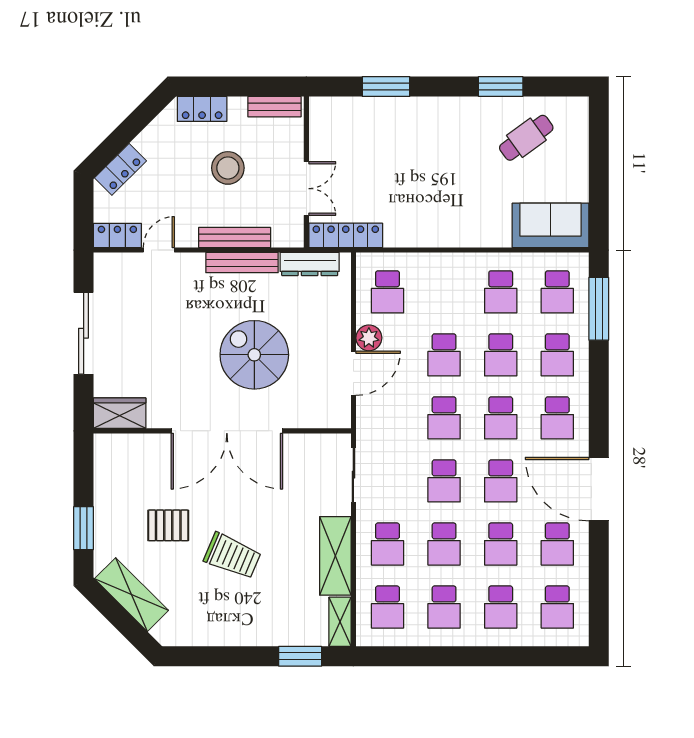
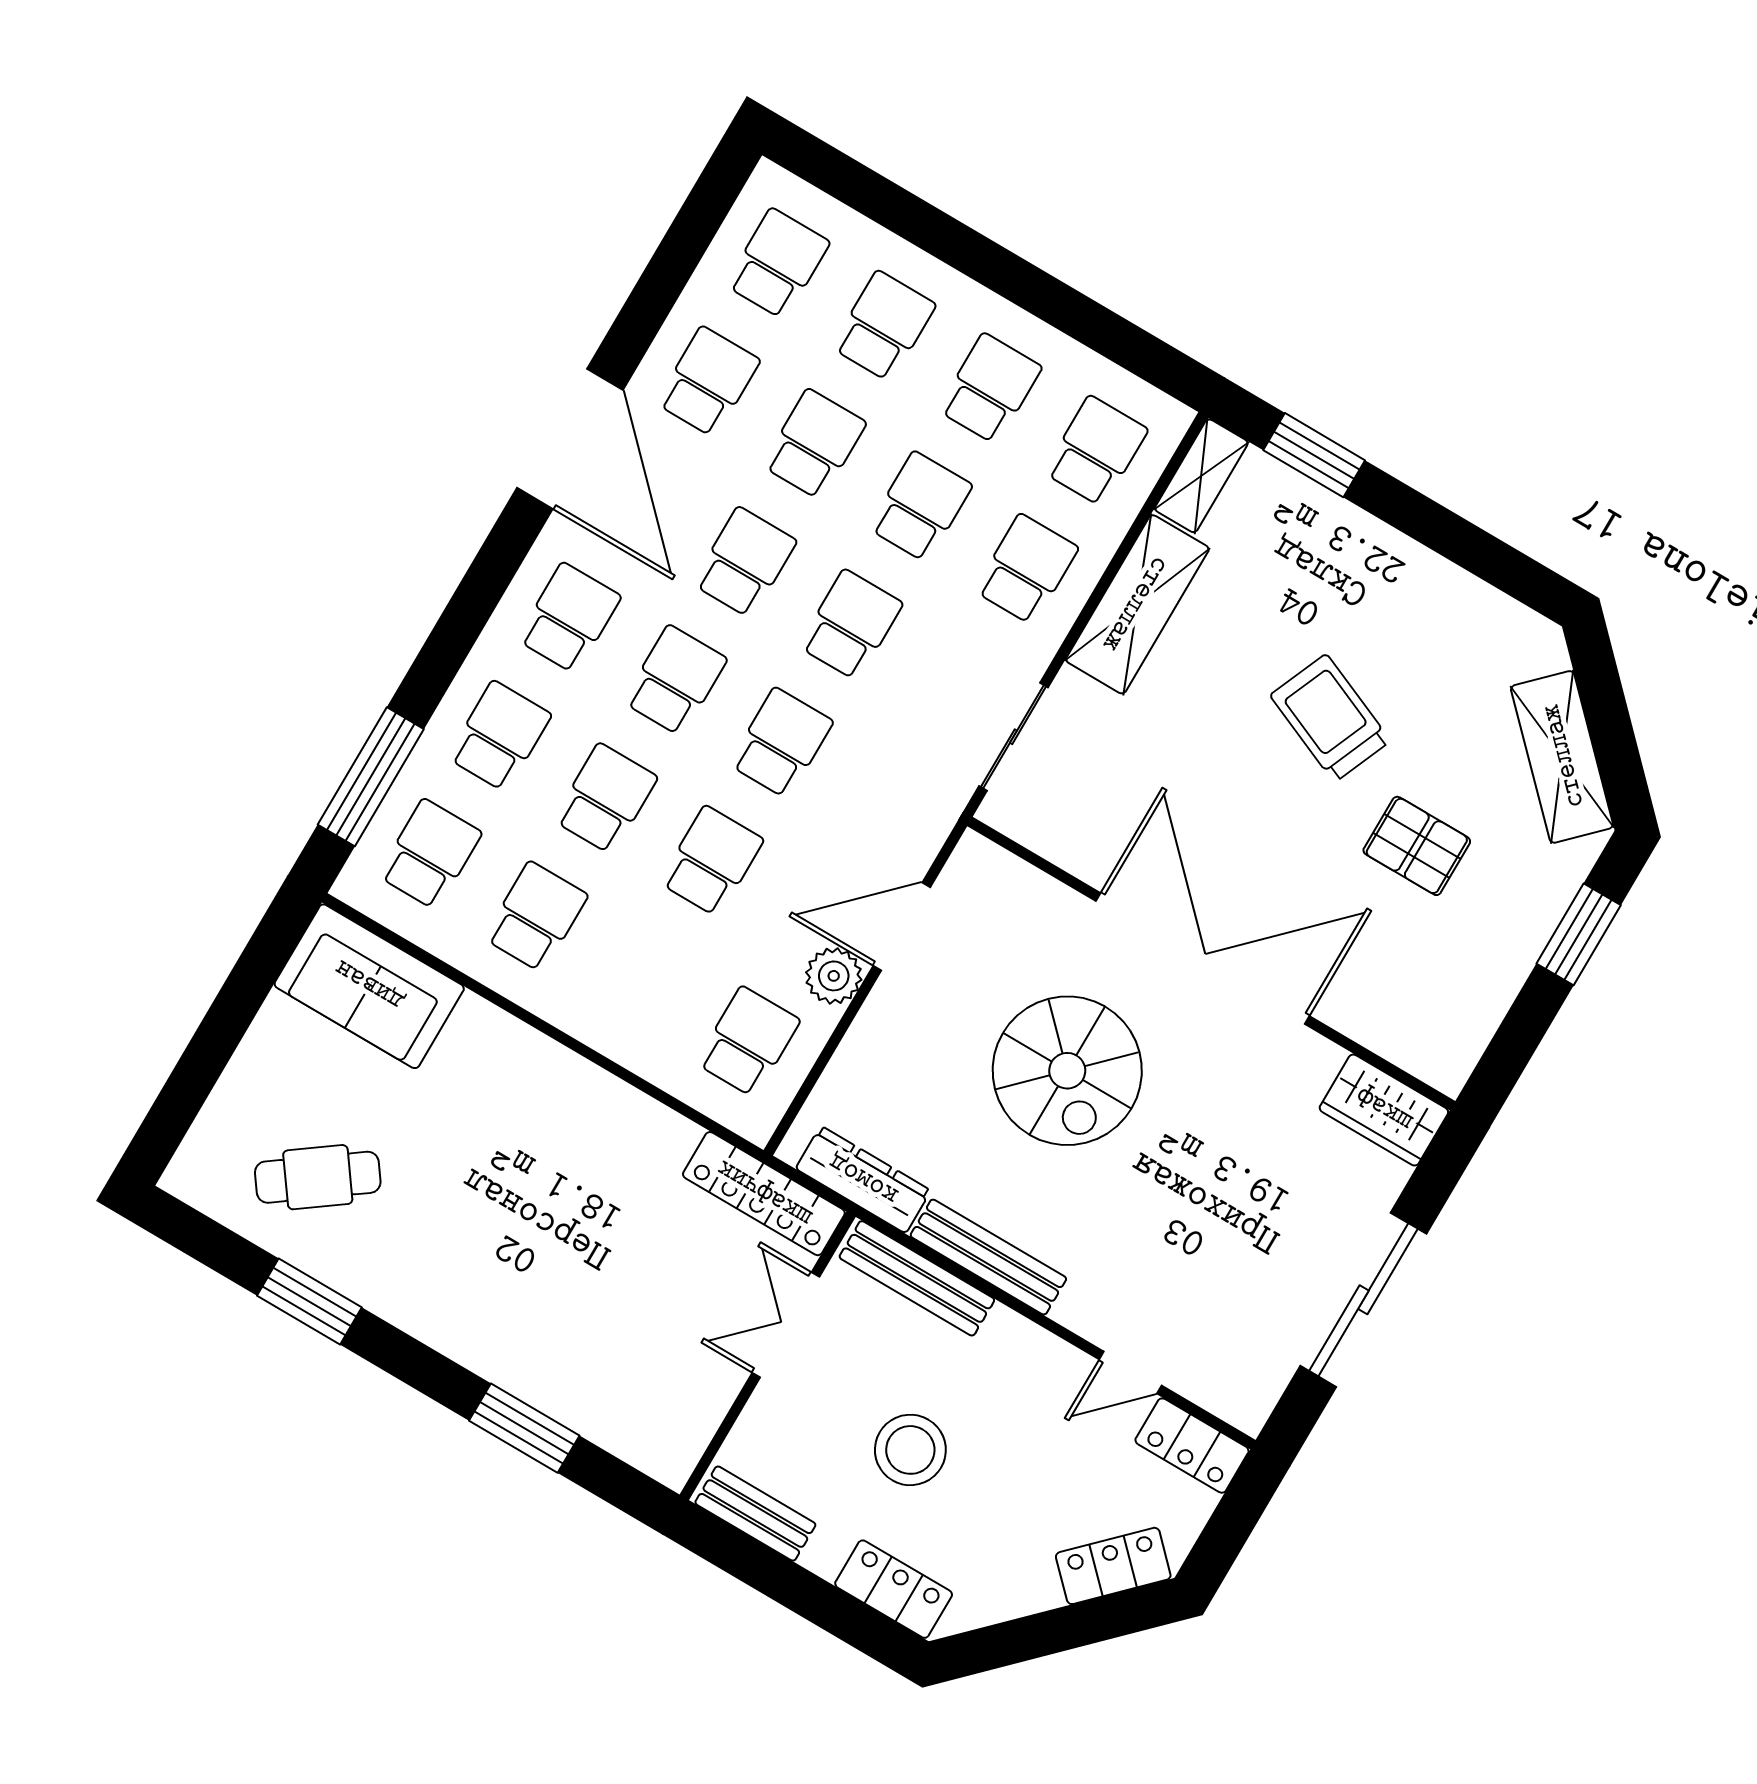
bench: (235, 237) -> (917, 1278), moved

